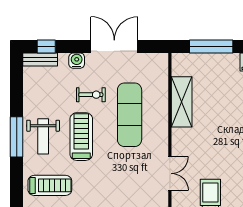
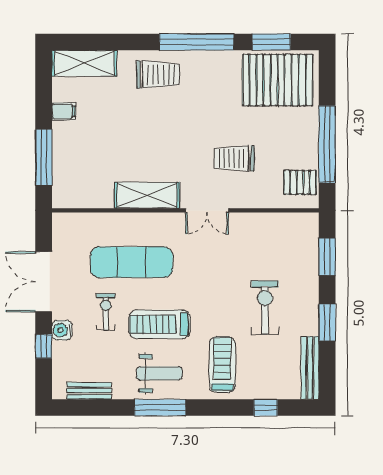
window: (46, 46) -> (44, 346), moved
bench: (40, 59) -> (89, 391), moved, turned 90
shelving: (182, 102) -> (147, 195), moved
double door: (170, 173) -> (207, 210), swing flipped

